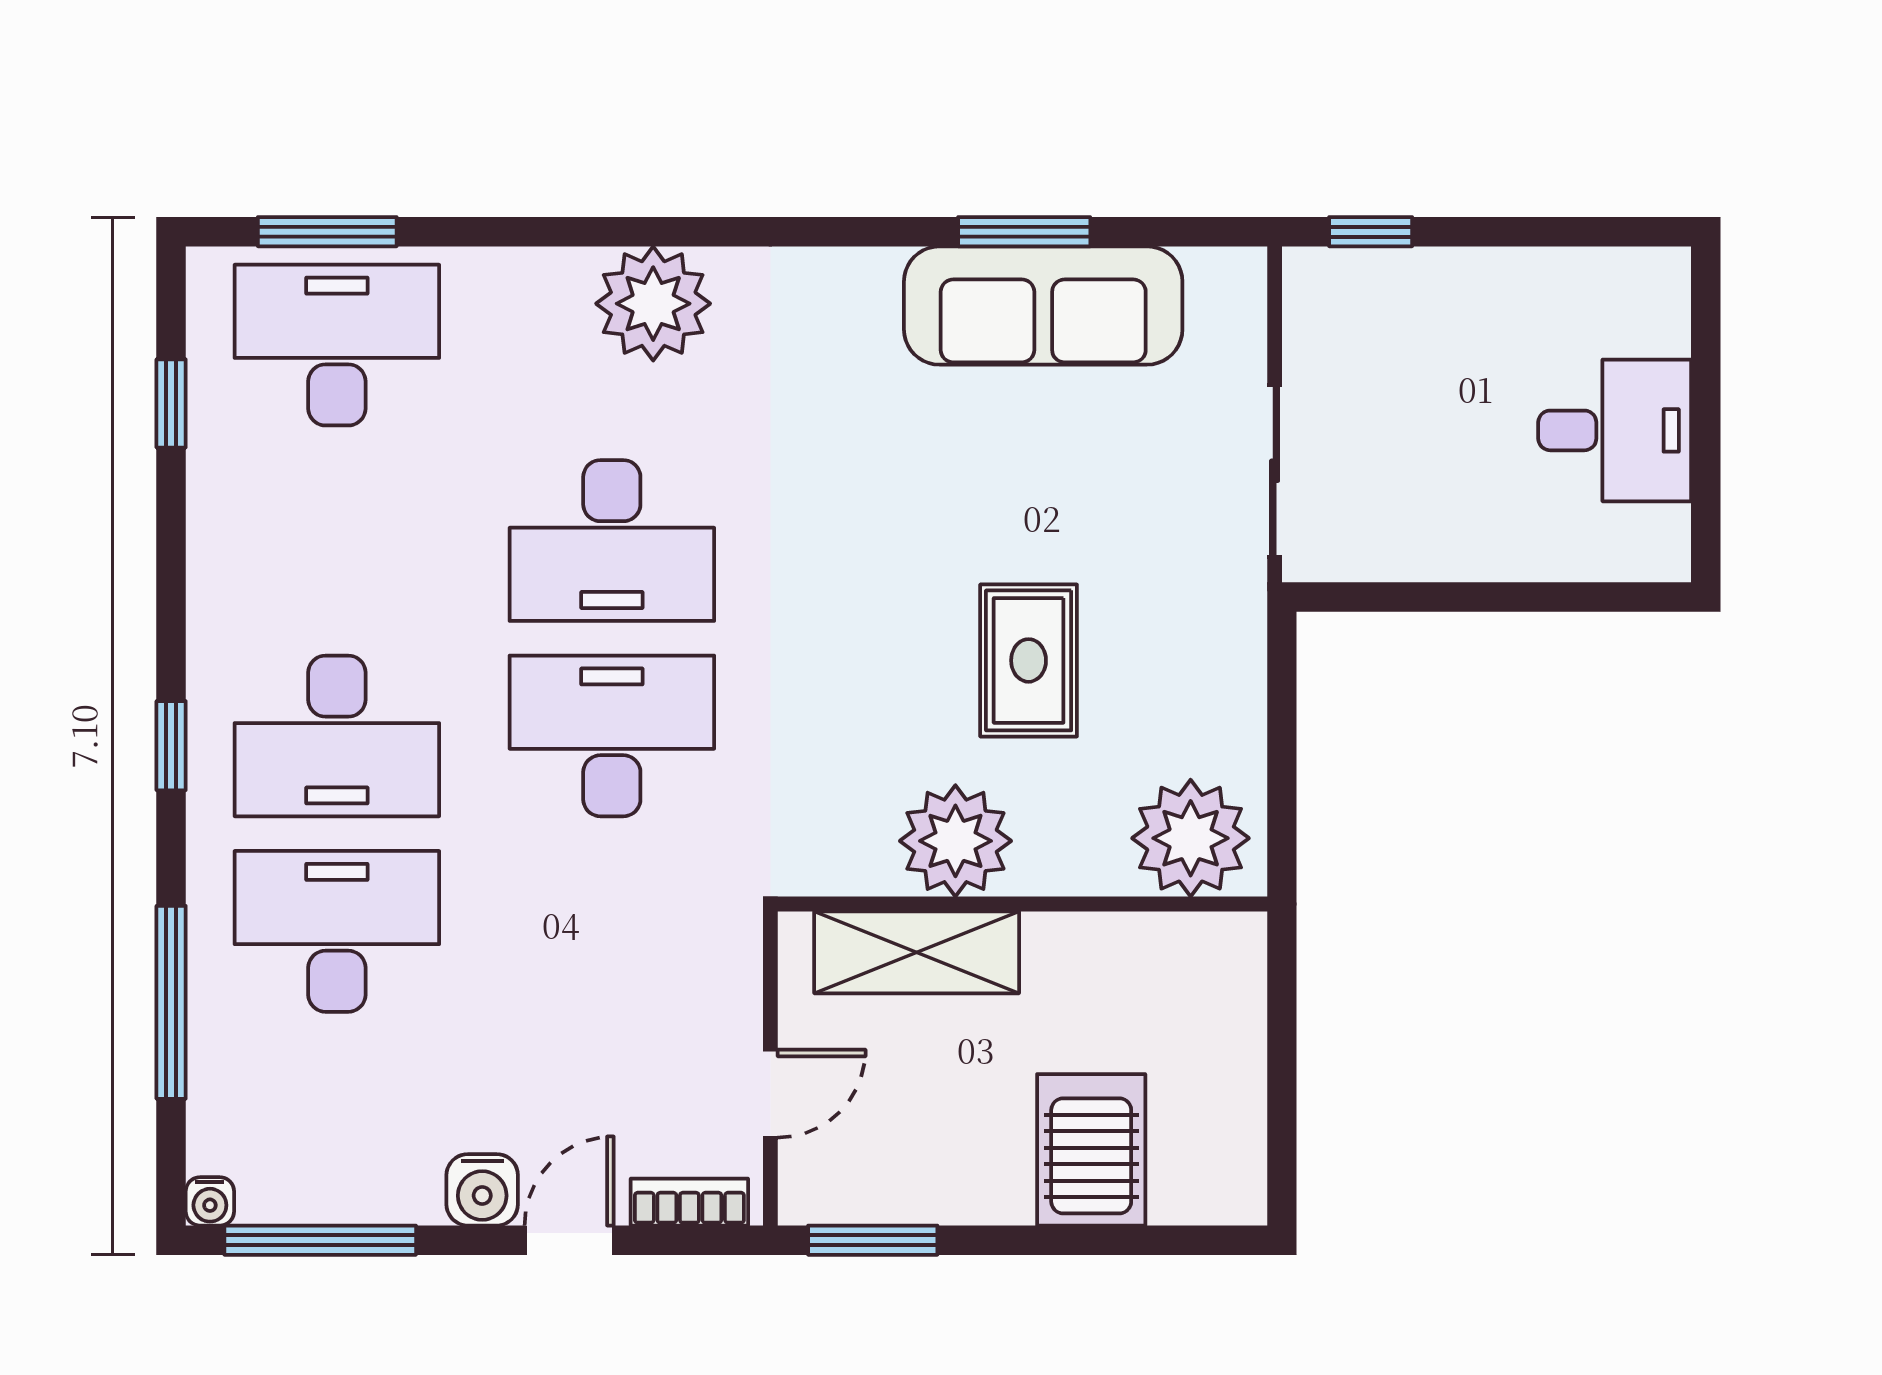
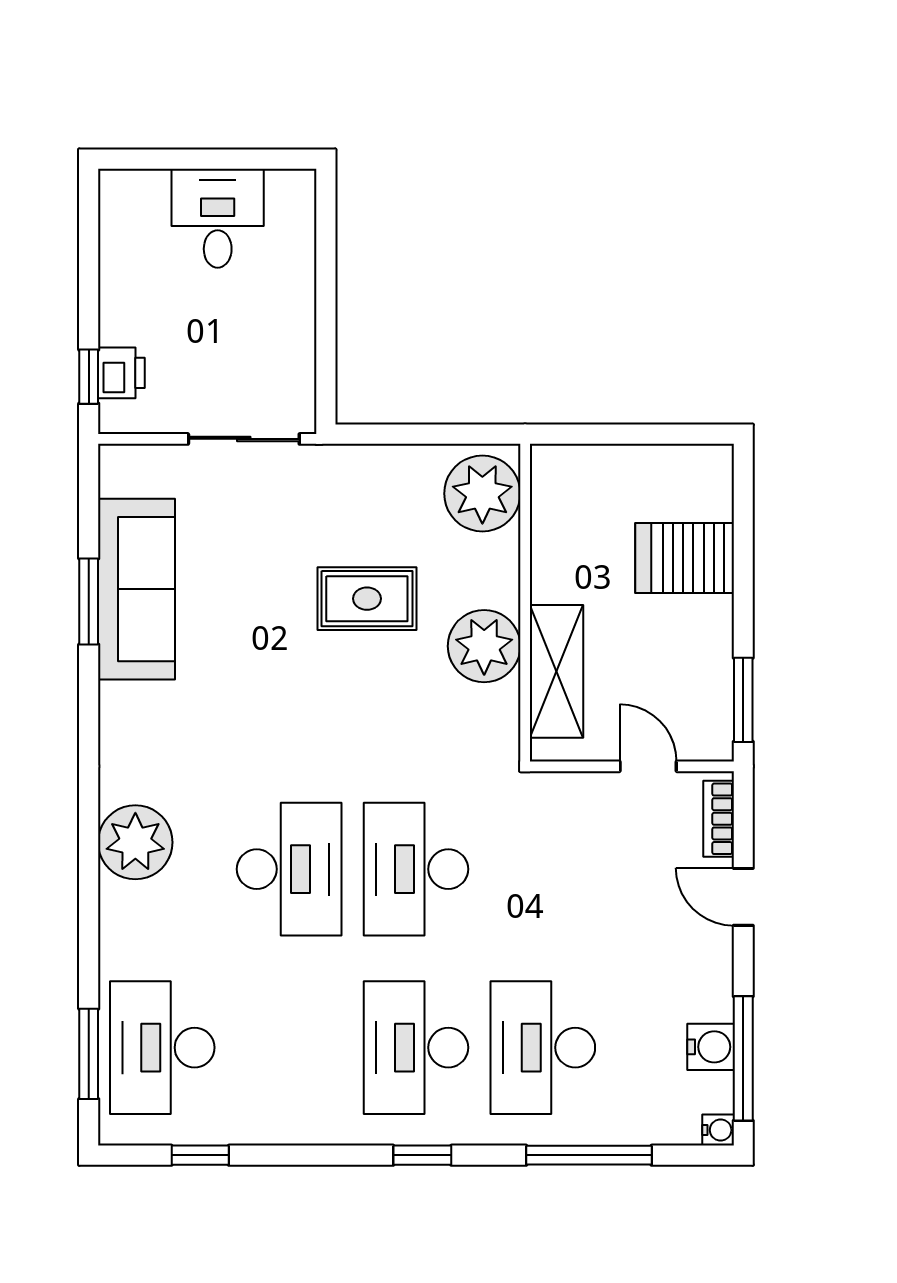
printer: (1376, 282) -> (121, 373), added
desk: (337, 736) -> (416, 1048), turned 180
water cooler: (482, 1190) -> (711, 1047), moved

